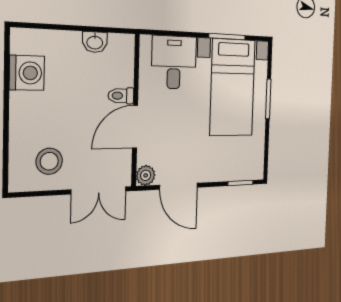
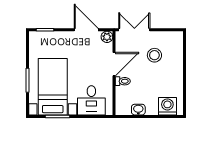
washing machine: (27, 73) -> (167, 106), moved, turned 90
stool: (49, 161) -> (154, 55), moved

